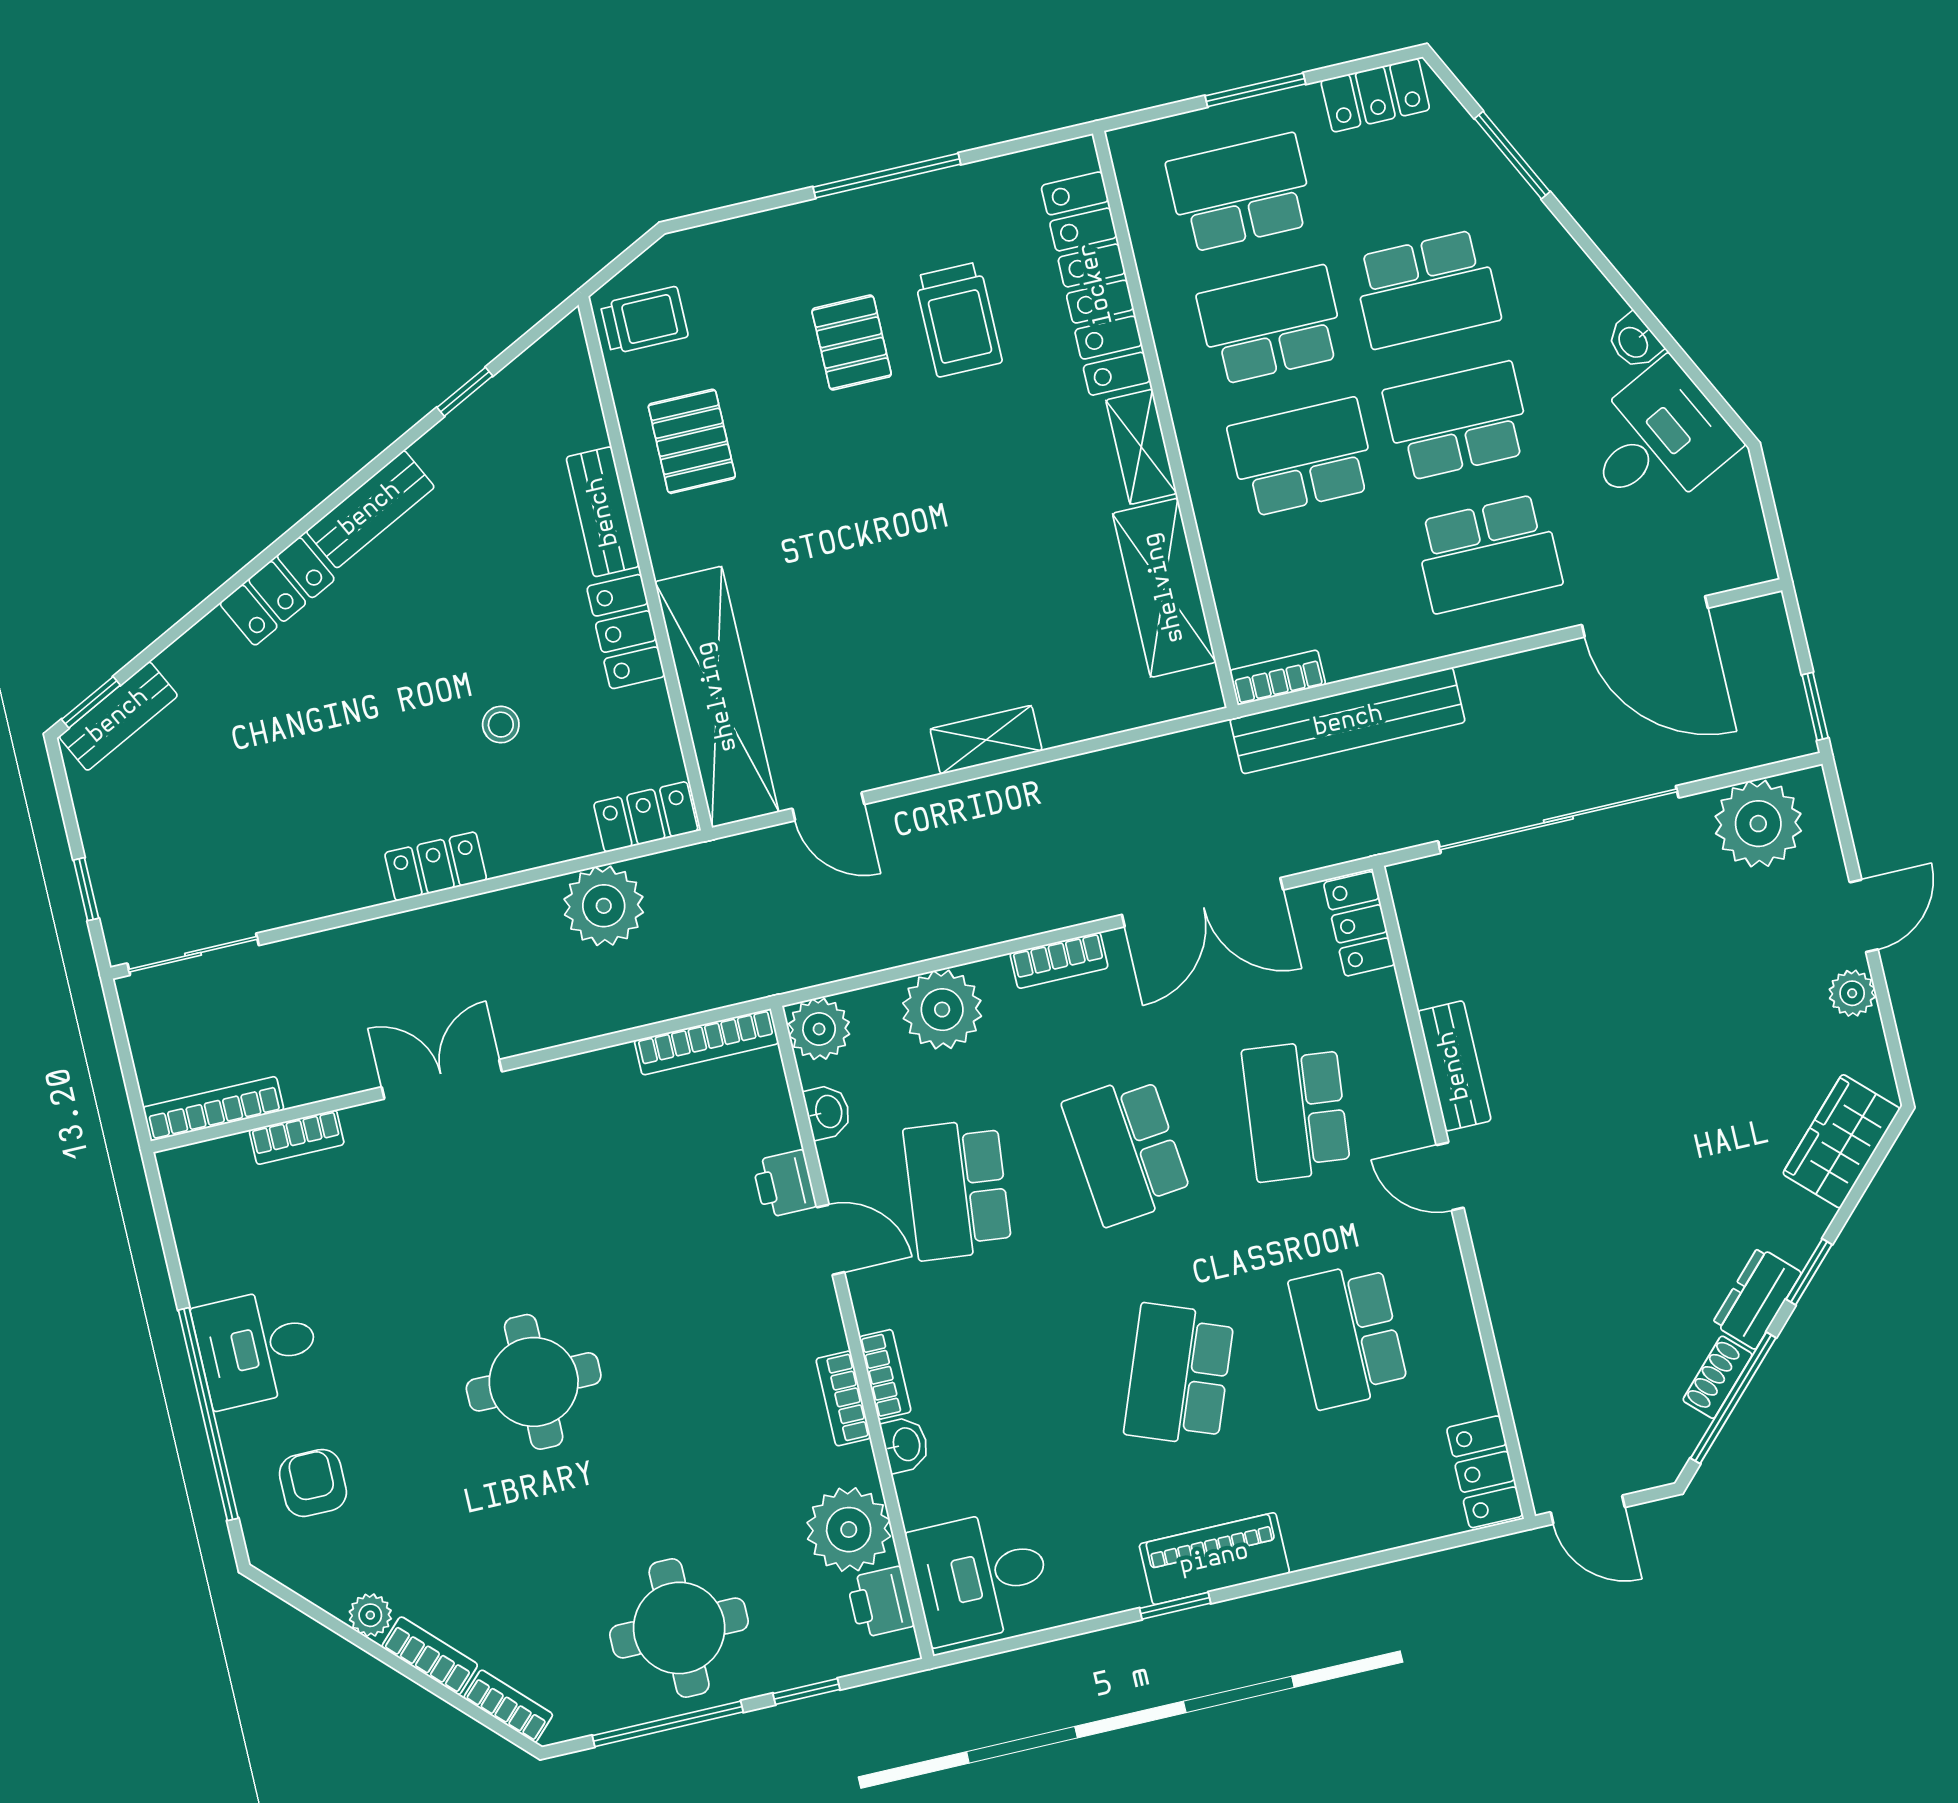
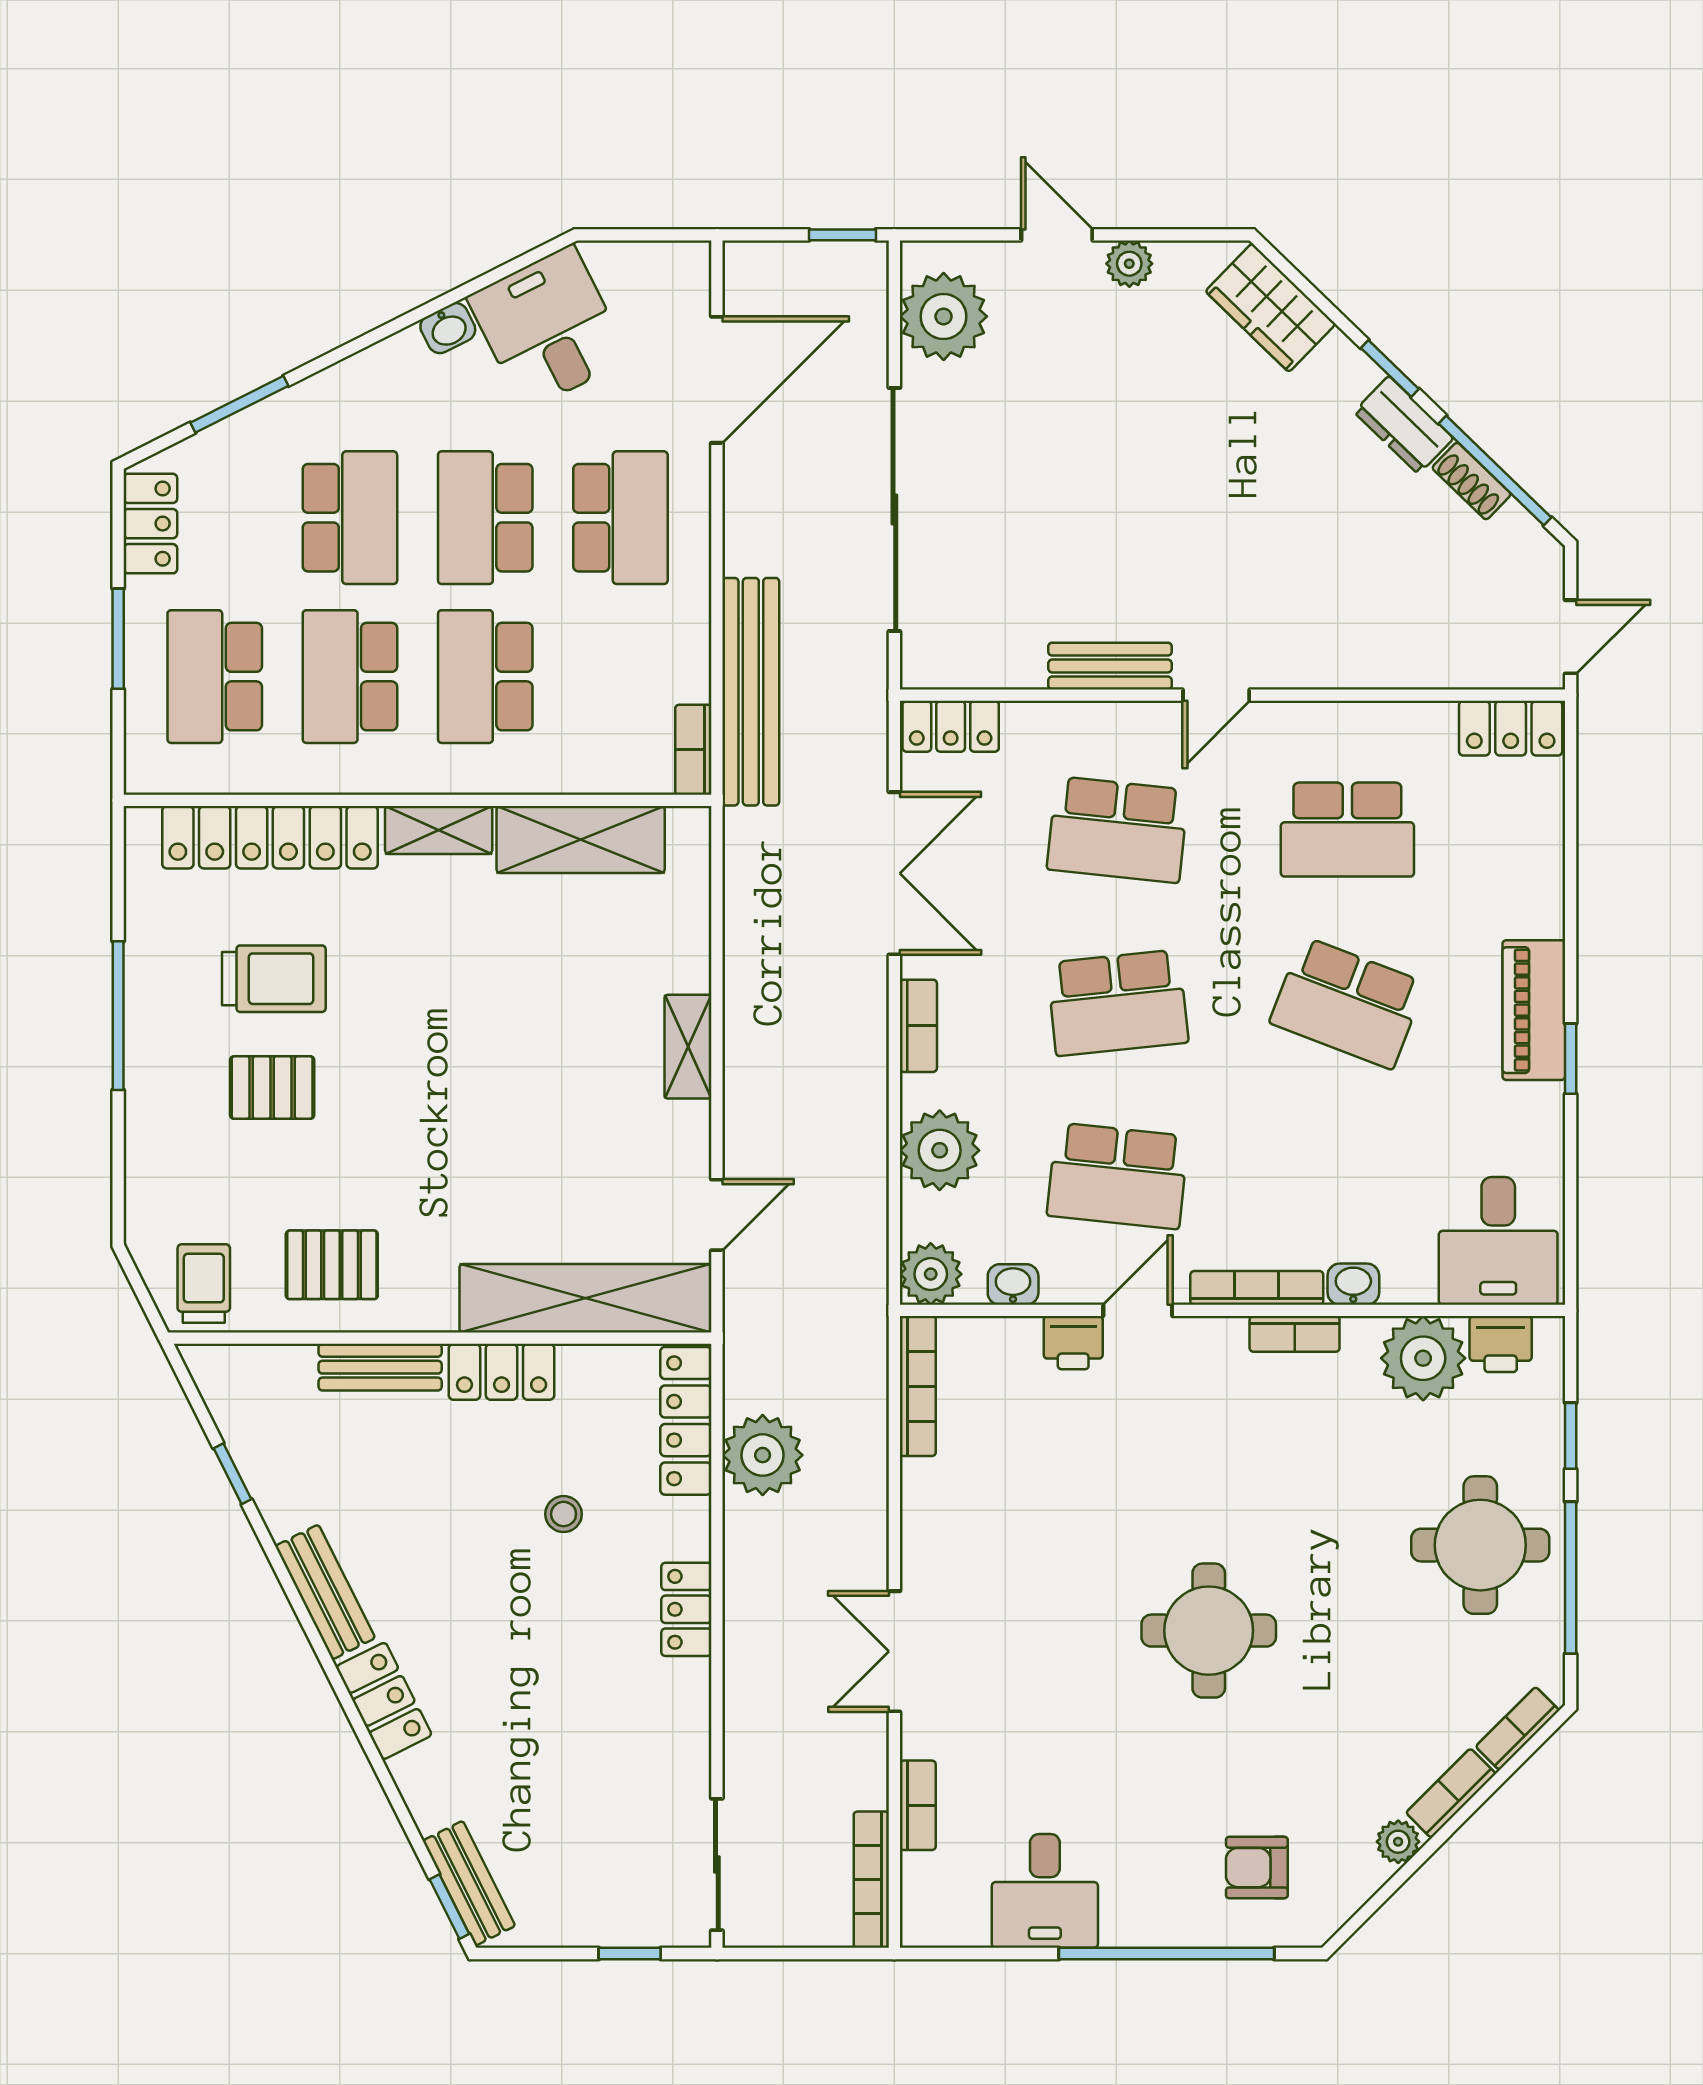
locker: (646, 817) -> (686, 1421), width x1.53
desk: (257, 1347) -> (1045, 1891), moved
bookcase: (885, 1374) -> (1257, 1288), width x1.56

